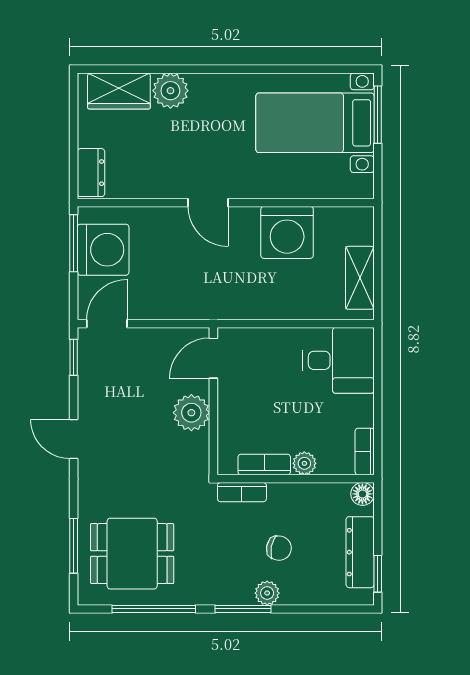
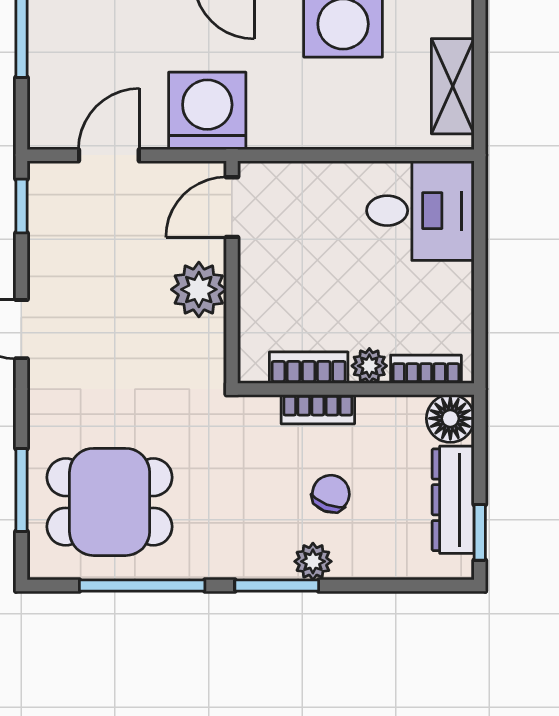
washing machine: (103, 250) -> (207, 111), moved, turned -90
door: (107, 324) -> (109, 155), moved
bookcase: (365, 451) -> (426, 369), moved, turned 90
bookcase: (242, 492) -> (318, 409), moved
floor lamp: (362, 494) -> (450, 418), width x1.37, depth x1.37
chair: (279, 548) -> (331, 494), turned -80

